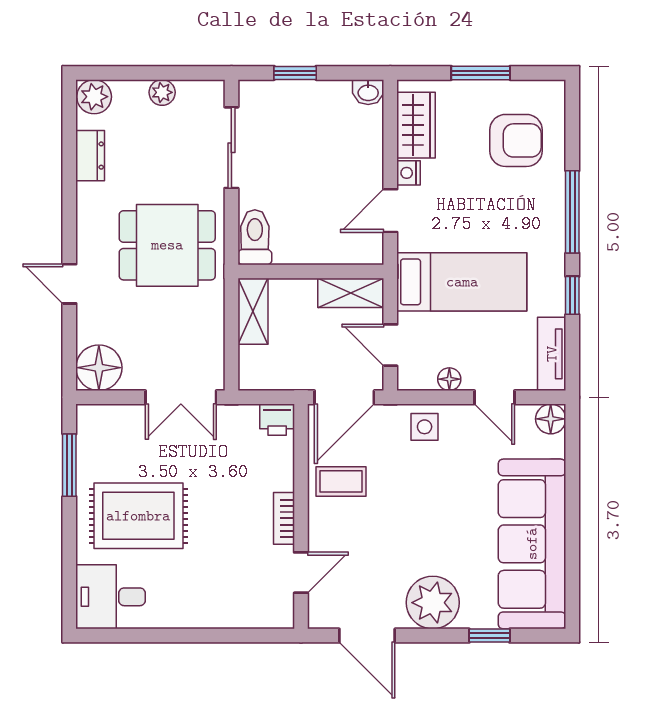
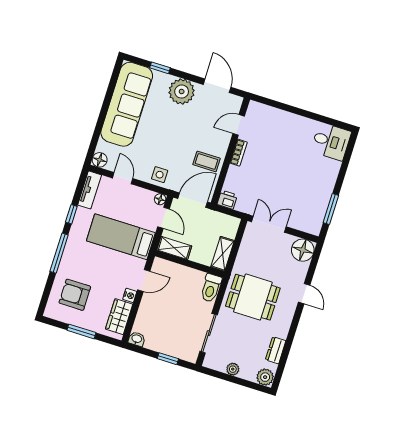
floor lamp: (449, 379) -> (160, 199), moved
rug: (138, 516) -> (306, 175), removed

